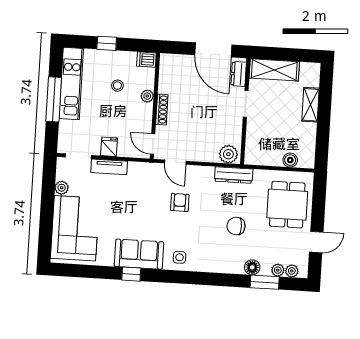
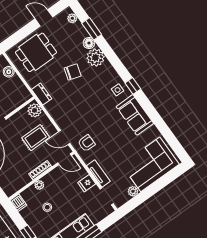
rug: (199, 132) -> (36, 138), added
door: (153, 144) -> (64, 159), hinge flipped
door: (175, 162) -> (64, 137), swing flipped
dresser: (234, 175) -> (42, 94), width x0.70
armchair: (180, 202) -> (86, 143), moved, turned 180
chair: (236, 226) -> (73, 72), turned -73
plant: (278, 270) -> (95, 58), moved, width x1.87, depth x1.87
window: (131, 274) -> (133, 86), moved

